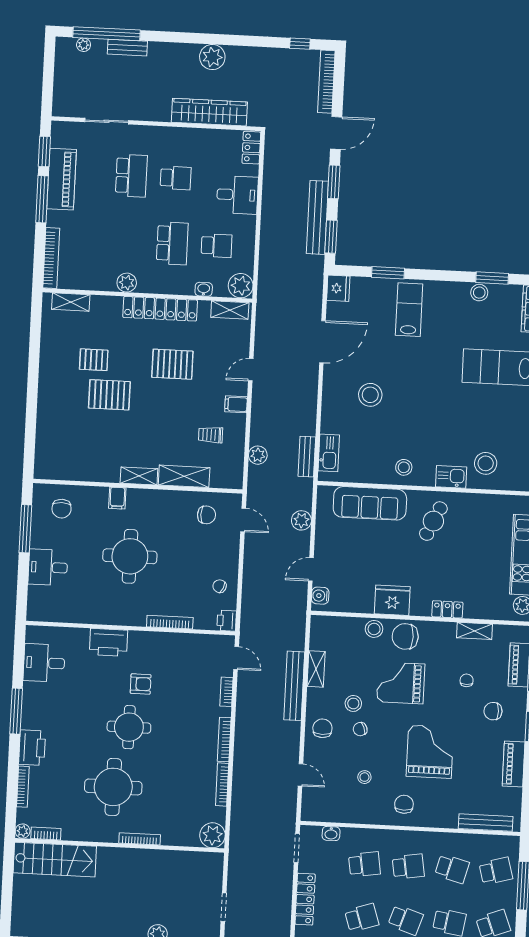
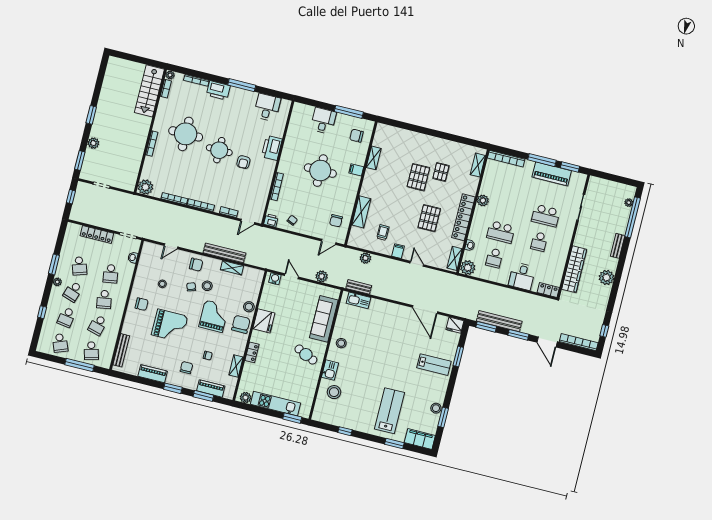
bench: (127, 48) -> (618, 246), moved
stool: (370, 395) -> (388, 332), removed
shelving: (139, 476) -> (374, 158), moved

